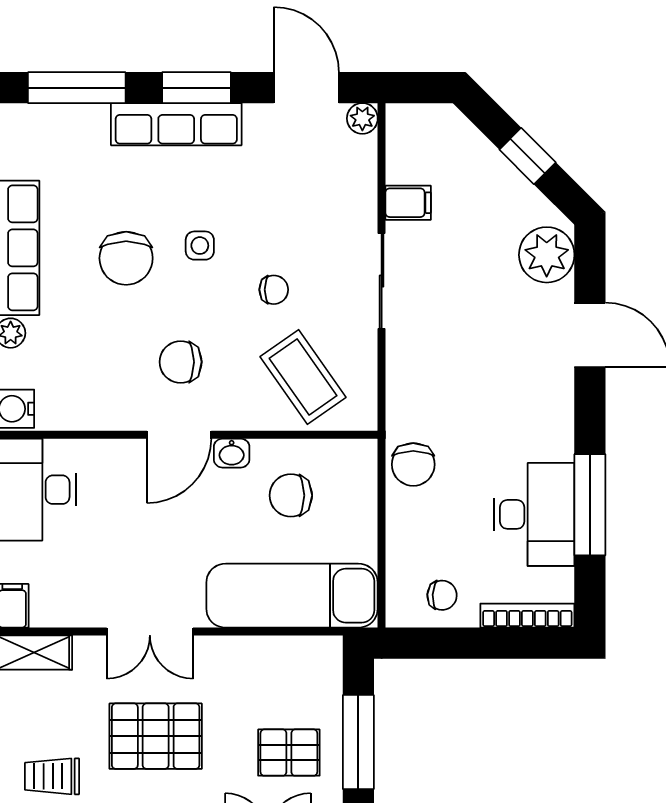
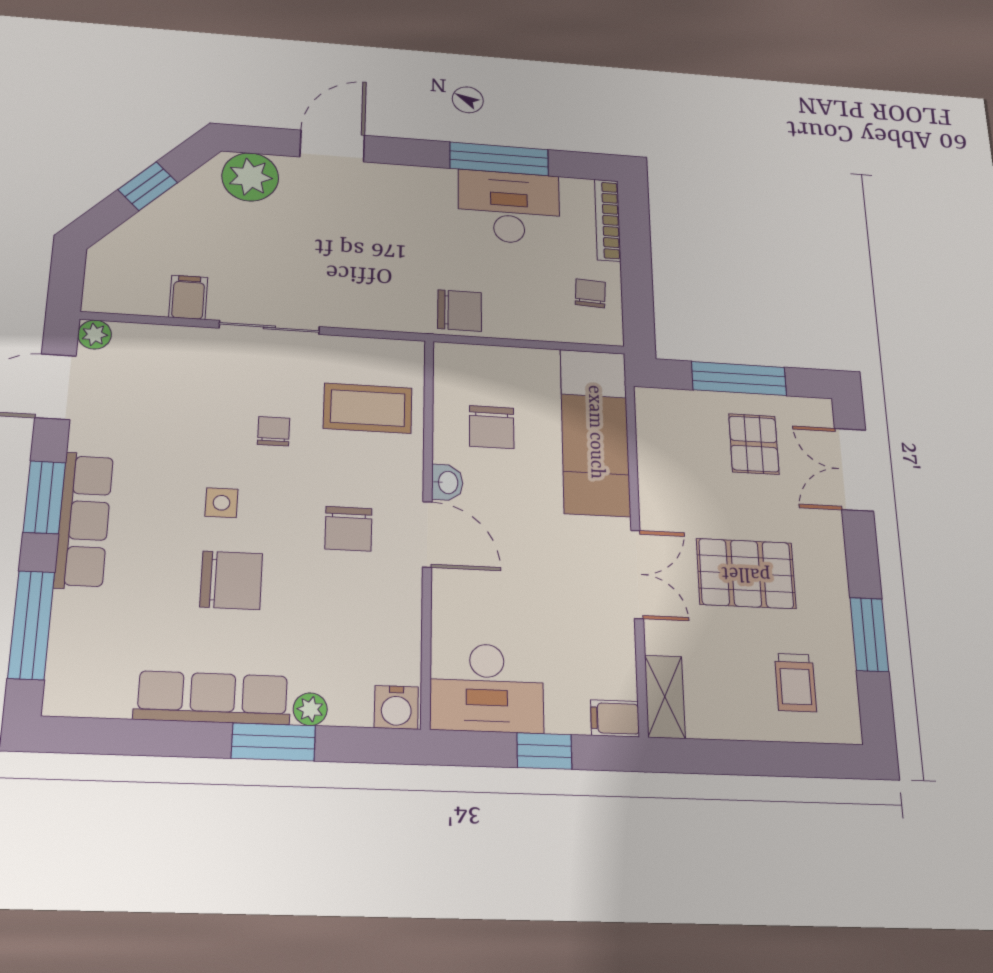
coffee table: (303, 377) -> (368, 408), turned 35
pallet: (156, 736) -> (746, 573), turned 90

